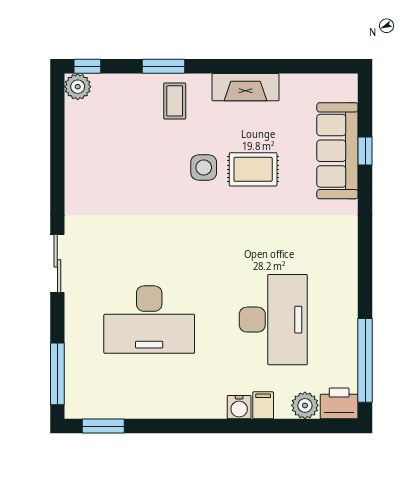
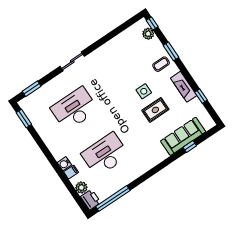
window: (285, 66) -> (201, 96), added
plant: (78, 87) -> (148, 34), moved
rug: (253, 169) -> (155, 110), turned 90
desk: (149, 320) -> (74, 109), turned 90
desk: (273, 320) -> (105, 155), turned 180
window: (57, 374) -> (32, 89), width x0.69

